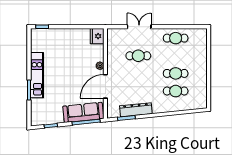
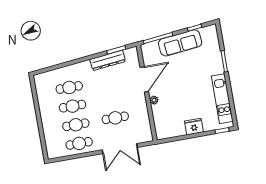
double door: (139, 27) -> (120, 149), width x1.37
fridge: (97, 36) -> (194, 127), moved, turned -90
cafe table: (176, 56) -> (76, 125), added
kitchen unit: (37, 75) -> (222, 99), moved
sofa: (83, 112) -> (180, 43), moved

